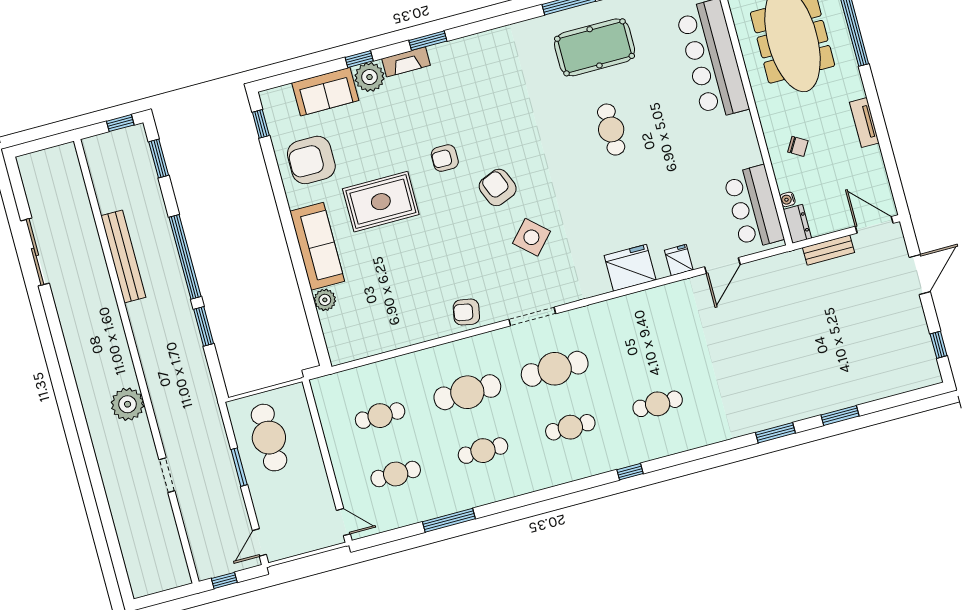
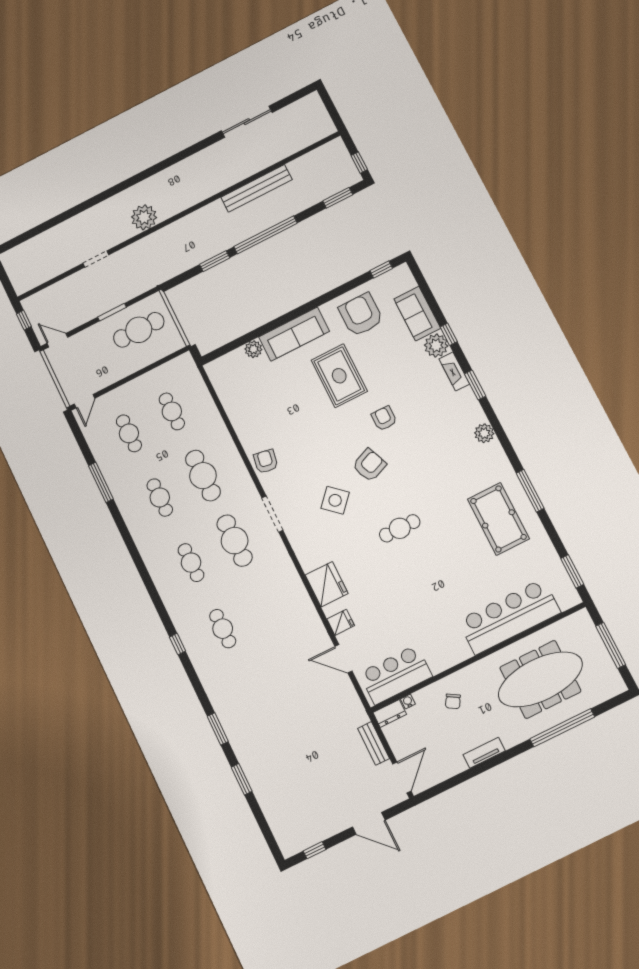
plant: (489, 42) -> (484, 433), added
cafe table: (611, 130) -> (400, 528), moved
window: (630, 472) -> (178, 644), moved

